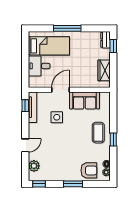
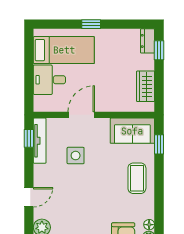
window: (67, 28) -> (91, 24), width x0.46
sofa: (85, 100) -> (132, 131), moved
window: (113, 139) -> (159, 144), moved

